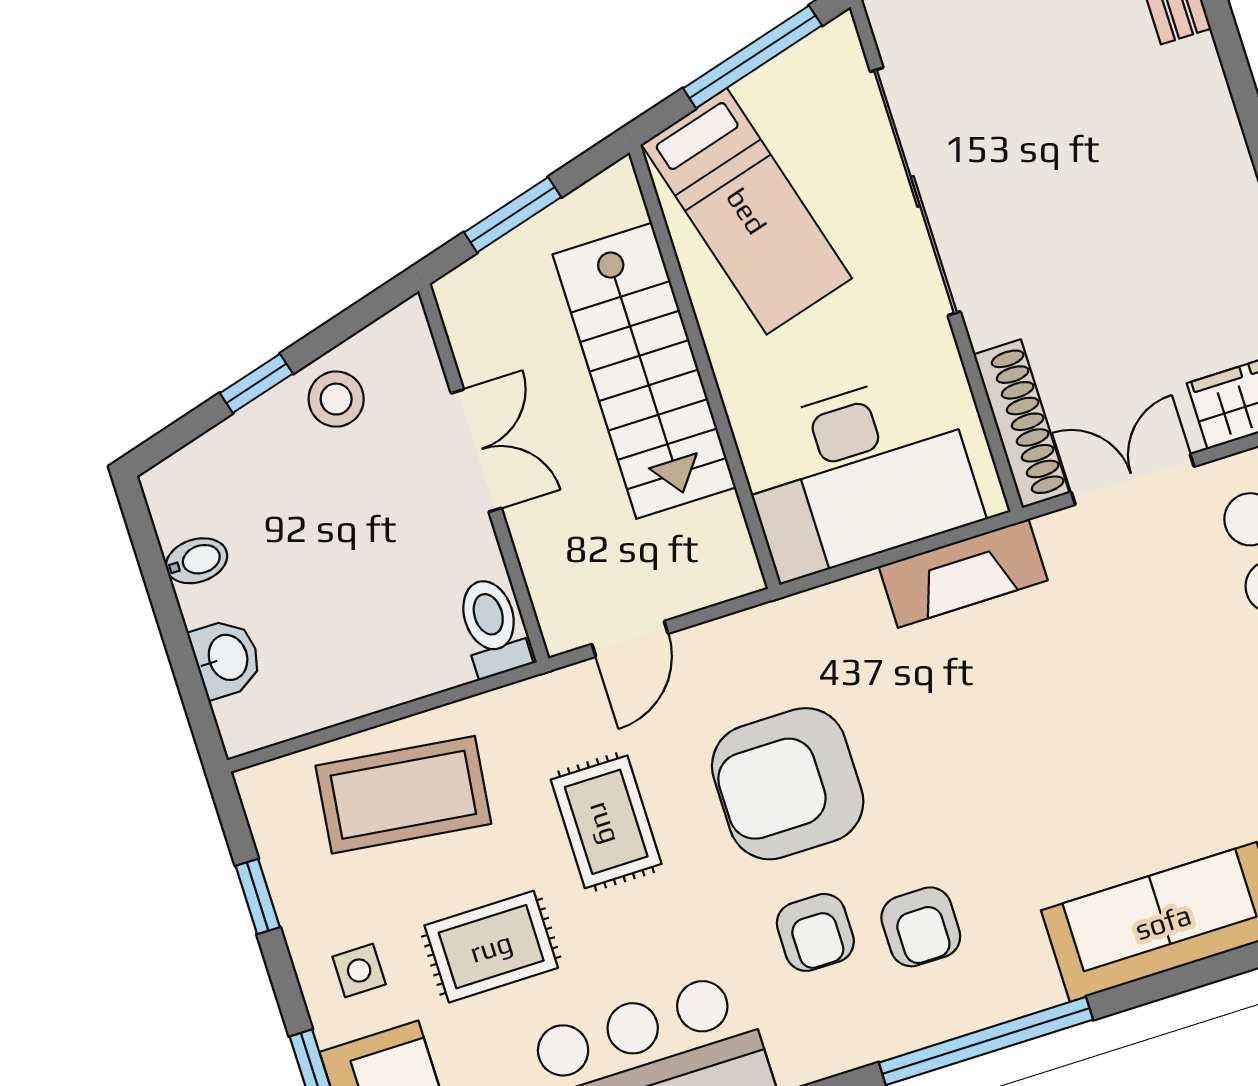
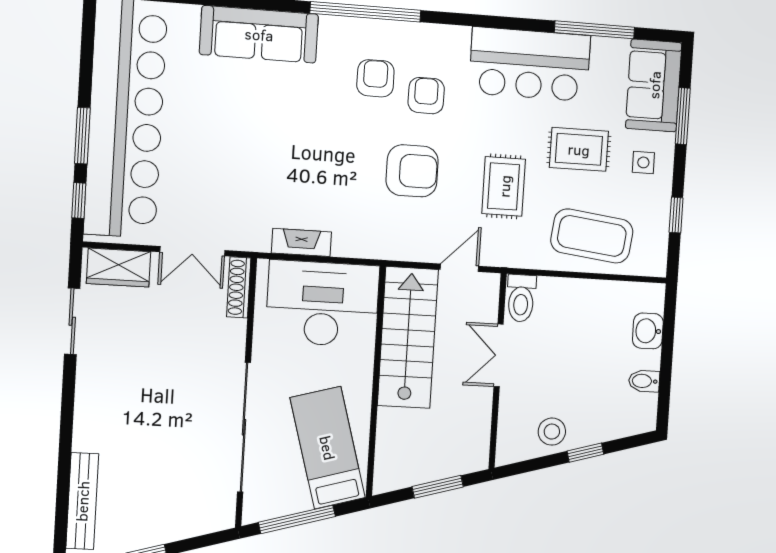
stairs: (644, 371) -> (408, 337), moved
shoe rack: (1021, 424) -> (239, 287), width x0.74, depth x0.81
double door: (476, 451) -> (499, 355), moved
fireplace: (963, 573) -> (301, 242), width x0.73, depth x0.76
armchair: (788, 784) -> (412, 171), width x0.73, depth x0.73

